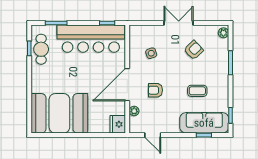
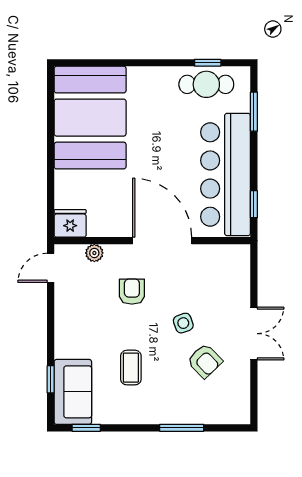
plant: (223, 33) -> (236, 415), removed
side table: (151, 53) -> (183, 323), moved
door: (127, 85) -> (162, 241), moved
sofa: (204, 123) -> (73, 392), width x0.73
door: (153, 135) -> (51, 268), moved

